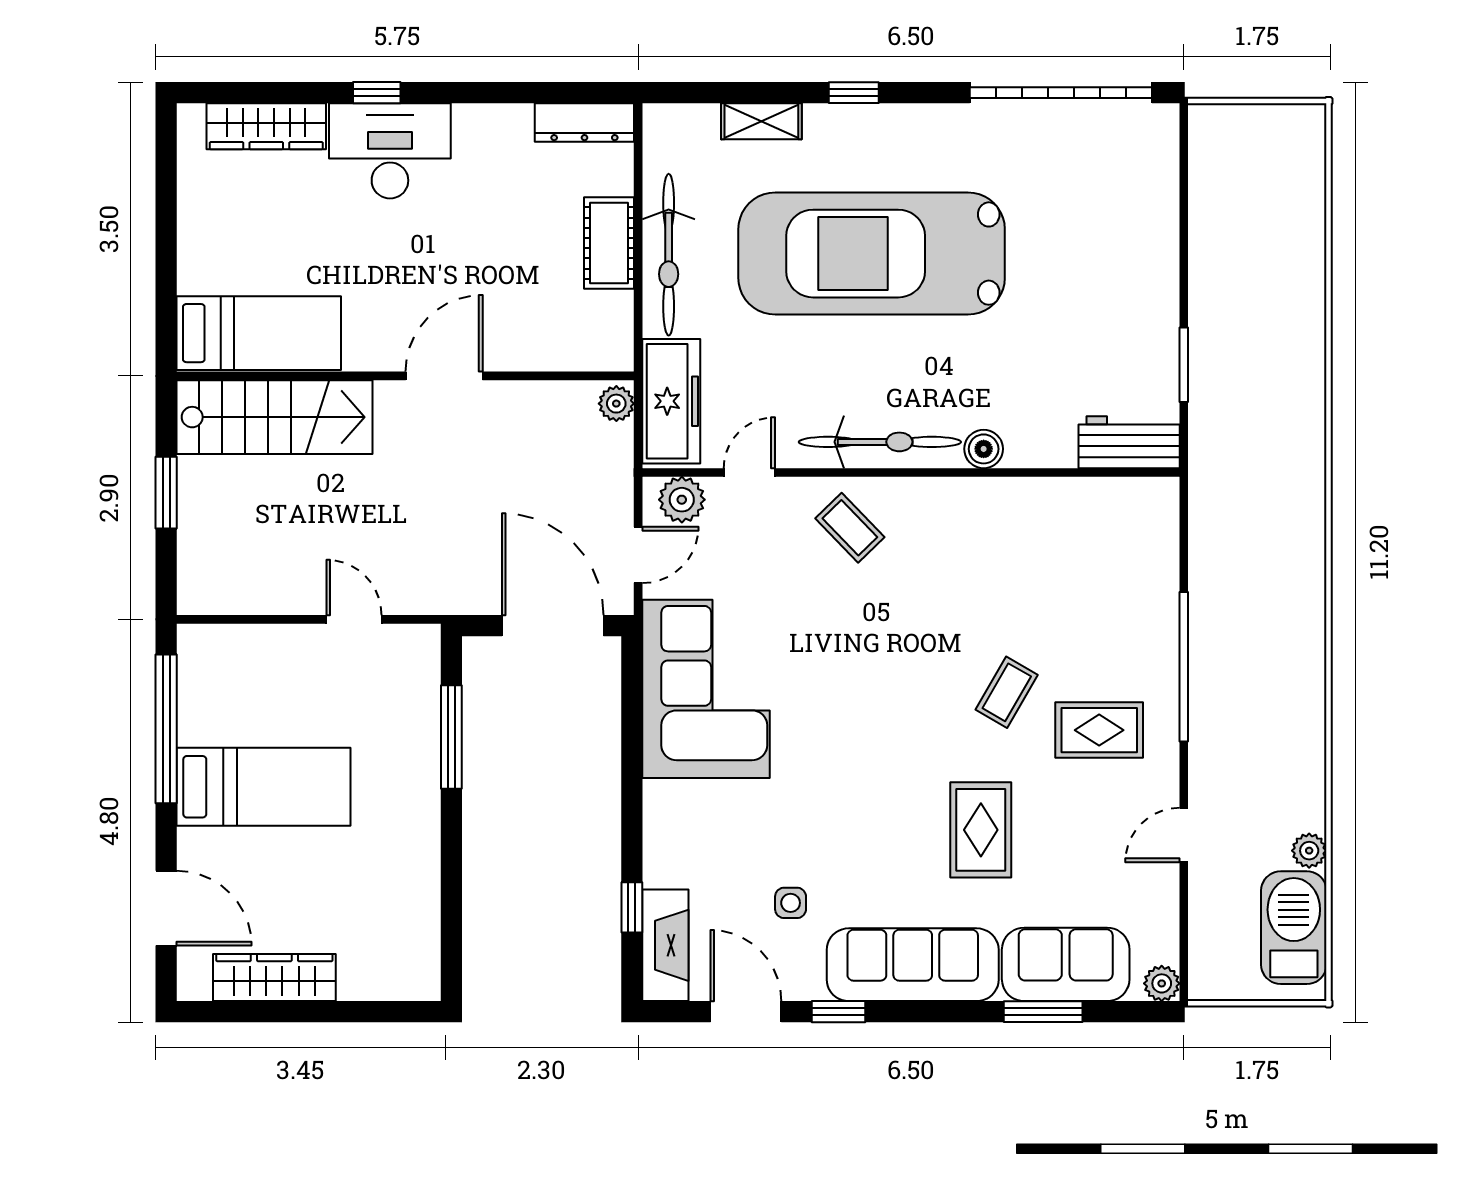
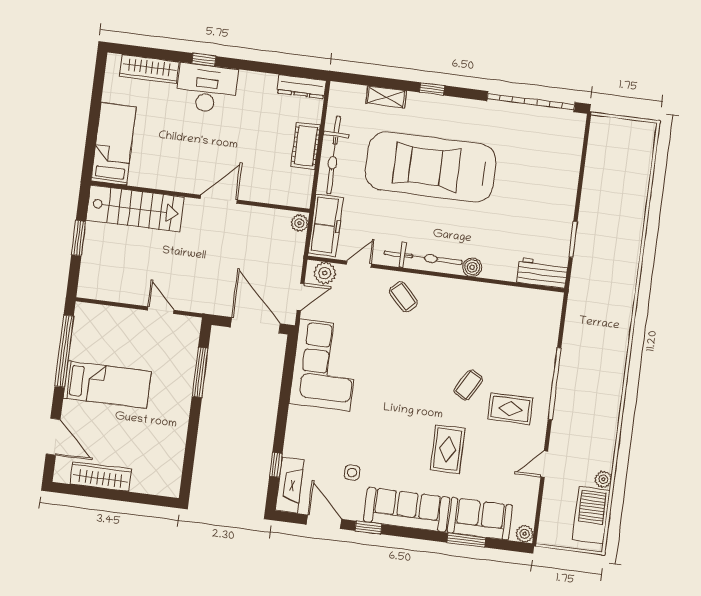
bed: (259, 333) -> (114, 144), moved, turned -90

